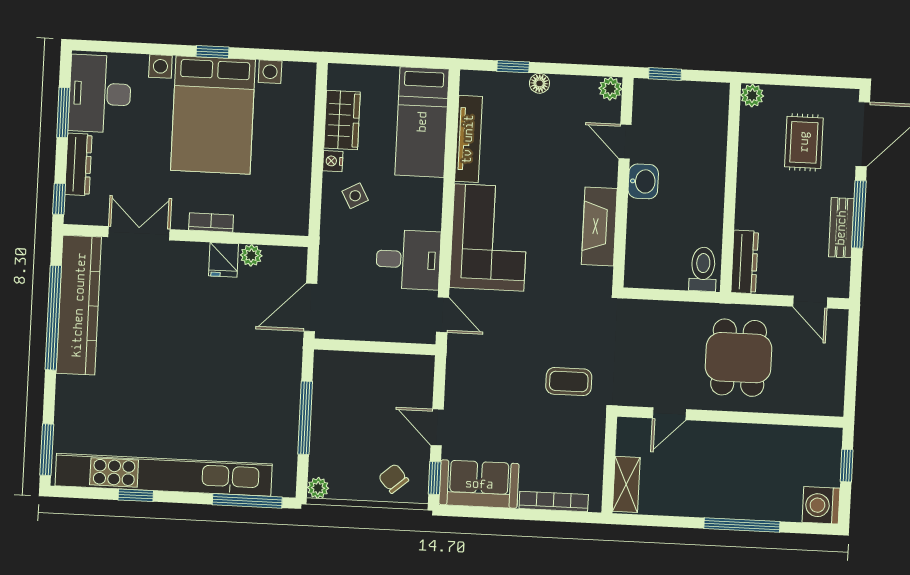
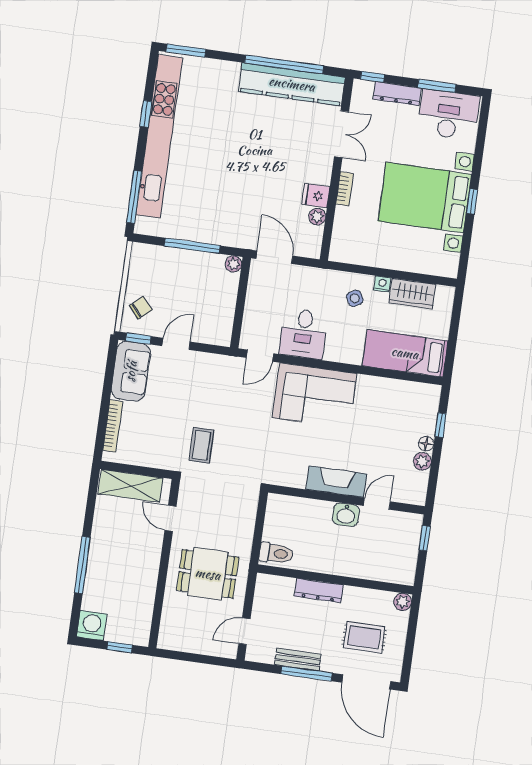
plant: (610, 89) -> (422, 461), moved
tv unit: (468, 139) -> (390, 387), removed
fireplace: (599, 227) -> (336, 482), moved
dresser: (745, 262) -> (319, 590), moved
shelving: (626, 484) -> (130, 486), width x1.50, depth x1.33
plant: (318, 488) -> (234, 264), moved

